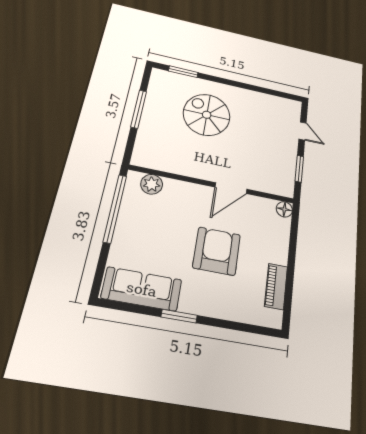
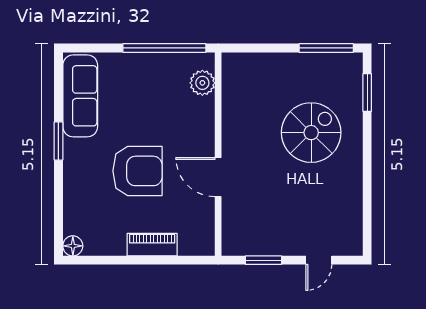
window: (139, 109) -> (326, 48), moved
floor lamp: (284, 209) -> (73, 246), moved
piano: (276, 286) -> (152, 245), moved

